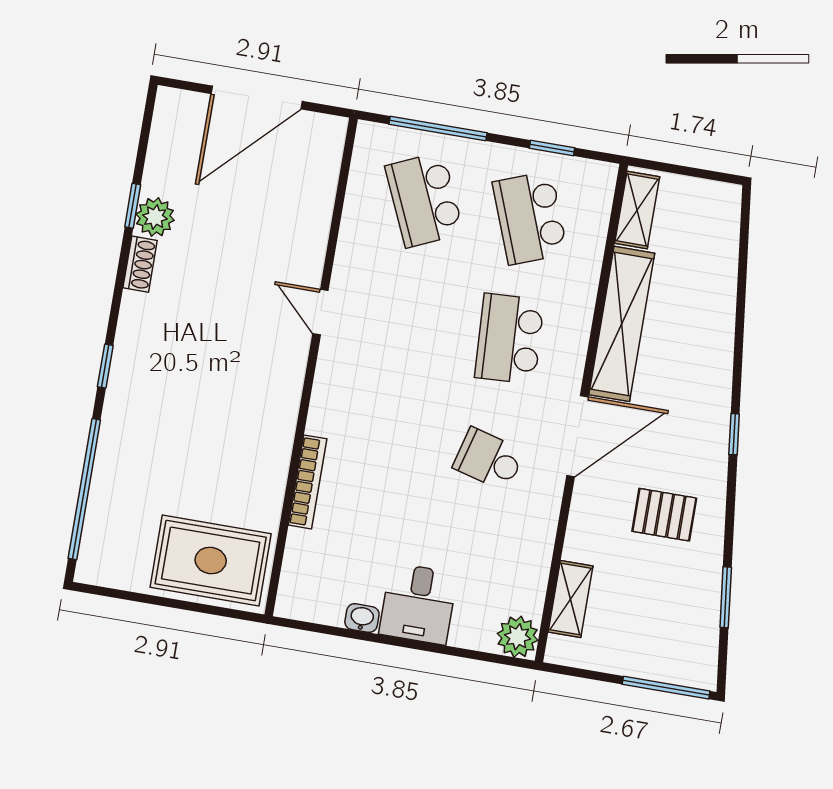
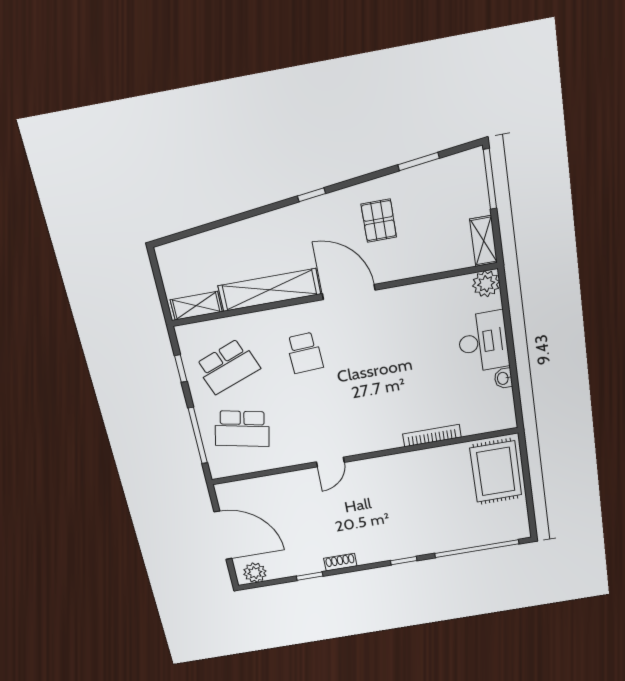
school desk: (424, 200) -> (242, 429), turned 36
plant: (155, 217) -> (255, 573), moved
school desk: (509, 339) -> (305, 353), width x0.54
school desk: (489, 459) -> (382, 339), removed
shelving: (571, 599) -> (484, 241), moved, turned 90
desk: (418, 604) -> (483, 342), width x1.37

